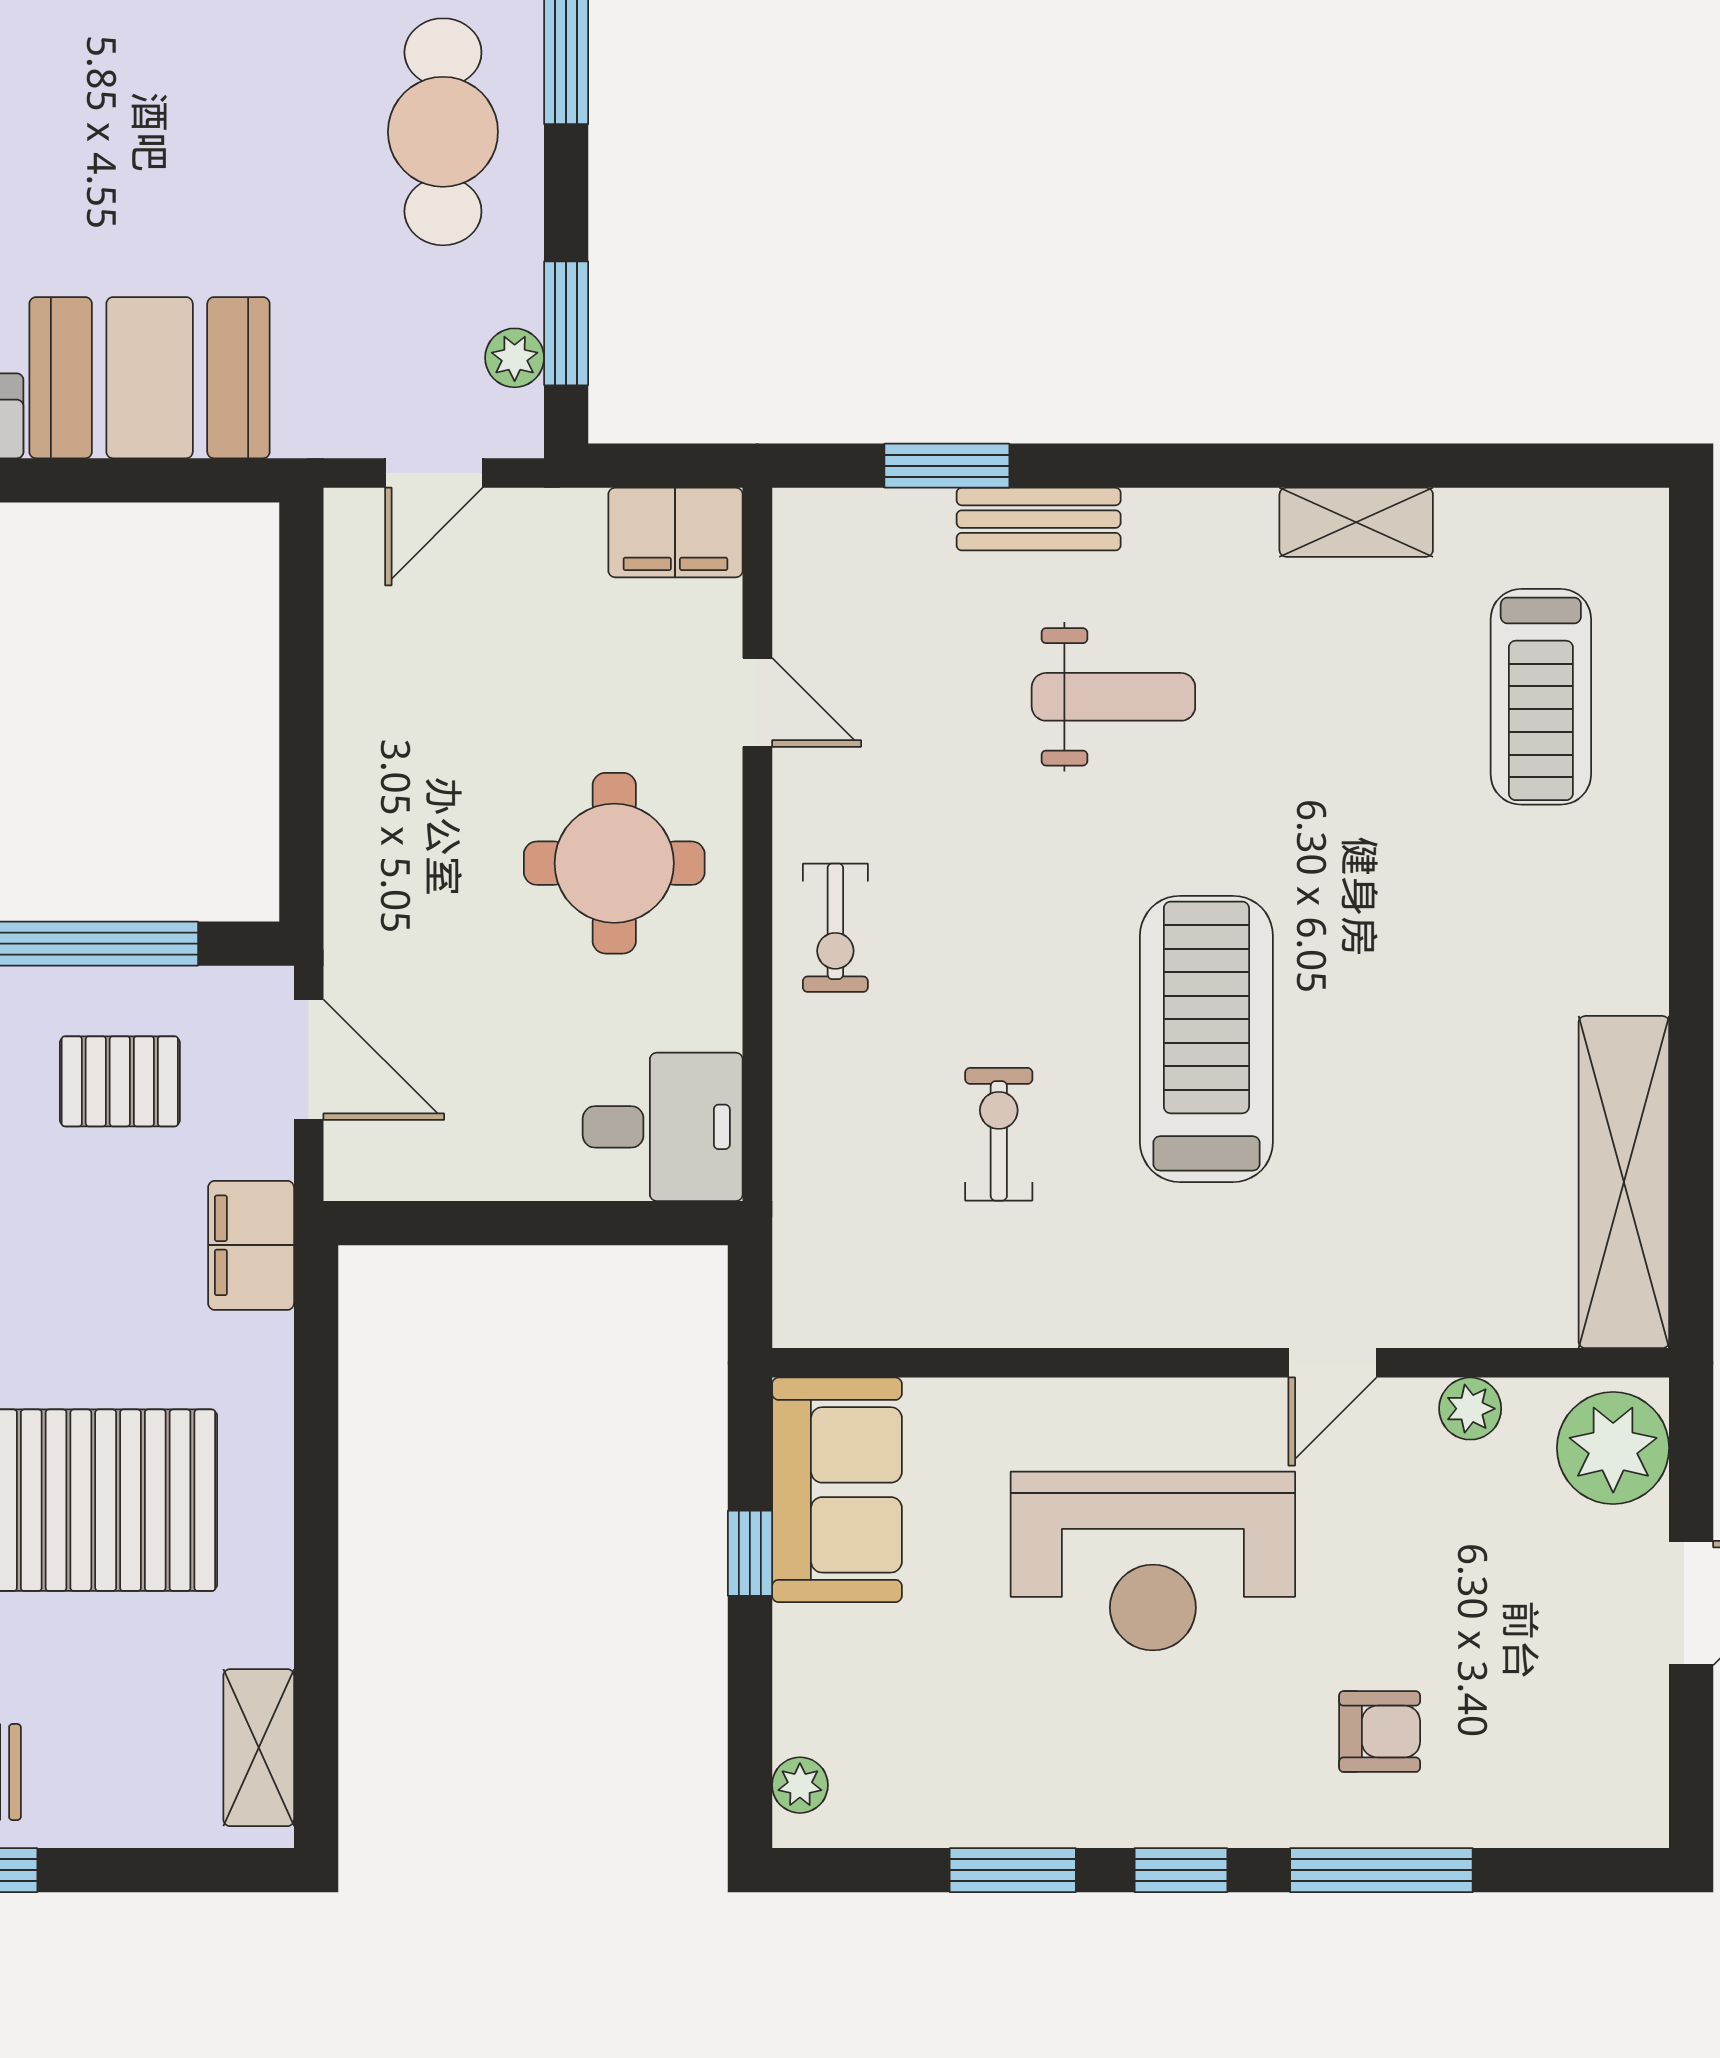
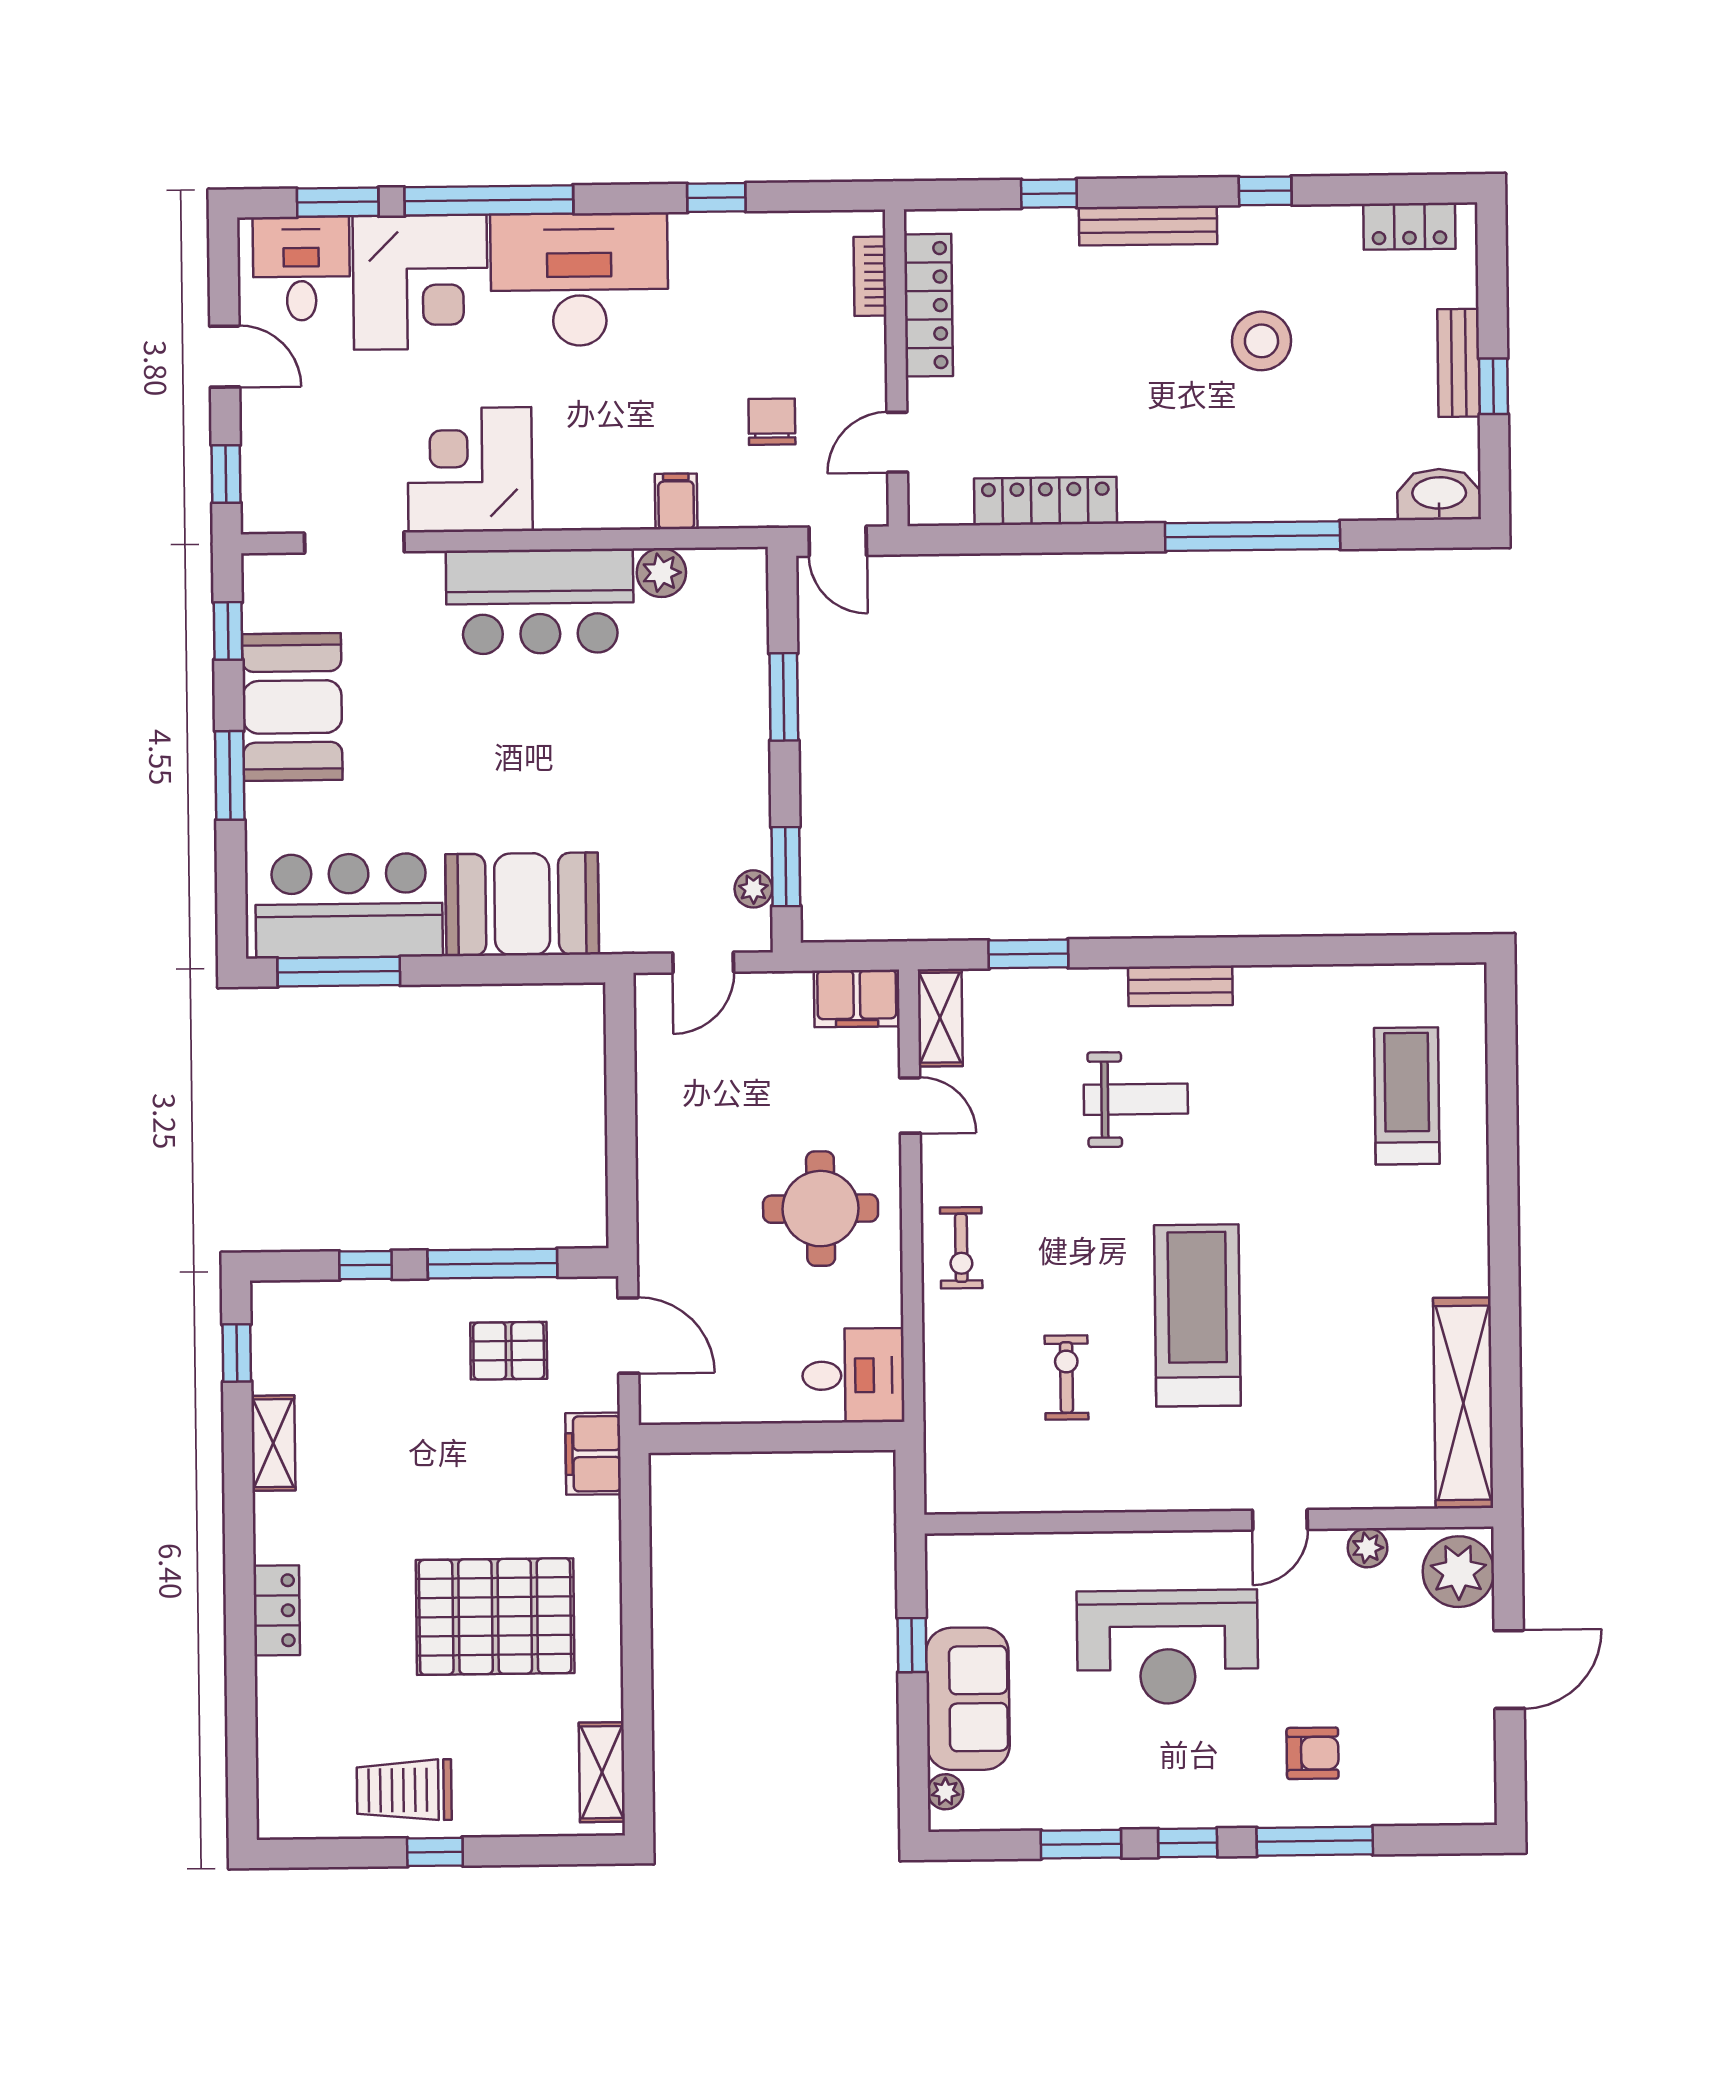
cafe table: (443, 132) -> (706, 746), removed
bench: (1039, 519) -> (1180, 986), moved
shelving: (1356, 522) -> (940, 1018), moved, turned 90
treadmill: (1541, 697) -> (1407, 1096), turned 180
sofa: (837, 1490) -> (968, 1699), moved

